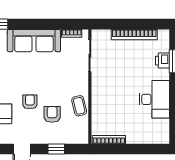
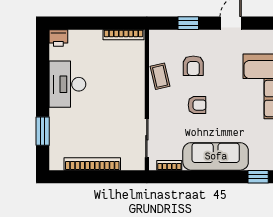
printer: (162, 61) -> (58, 38), moved, turned 90
armchair: (30, 102) -> (197, 105), moved, turned -90

